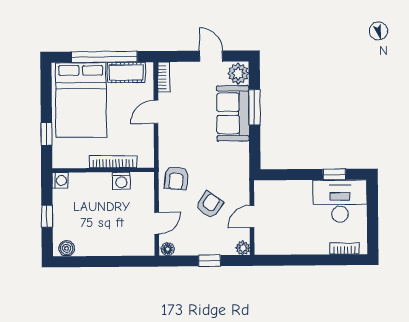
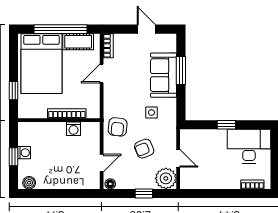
plant: (238, 74) -> (168, 43), removed
side table: (218, 160) -> (151, 113), added
window: (334, 174) -> (226, 125), moved
washing machine: (60, 180) -> (24, 153), moved
armchair: (209, 205) -> (144, 149), turned -147
door: (252, 217) -> (178, 158), swing flipped
plant: (243, 248) -> (166, 178), width x1.87, depth x1.87

